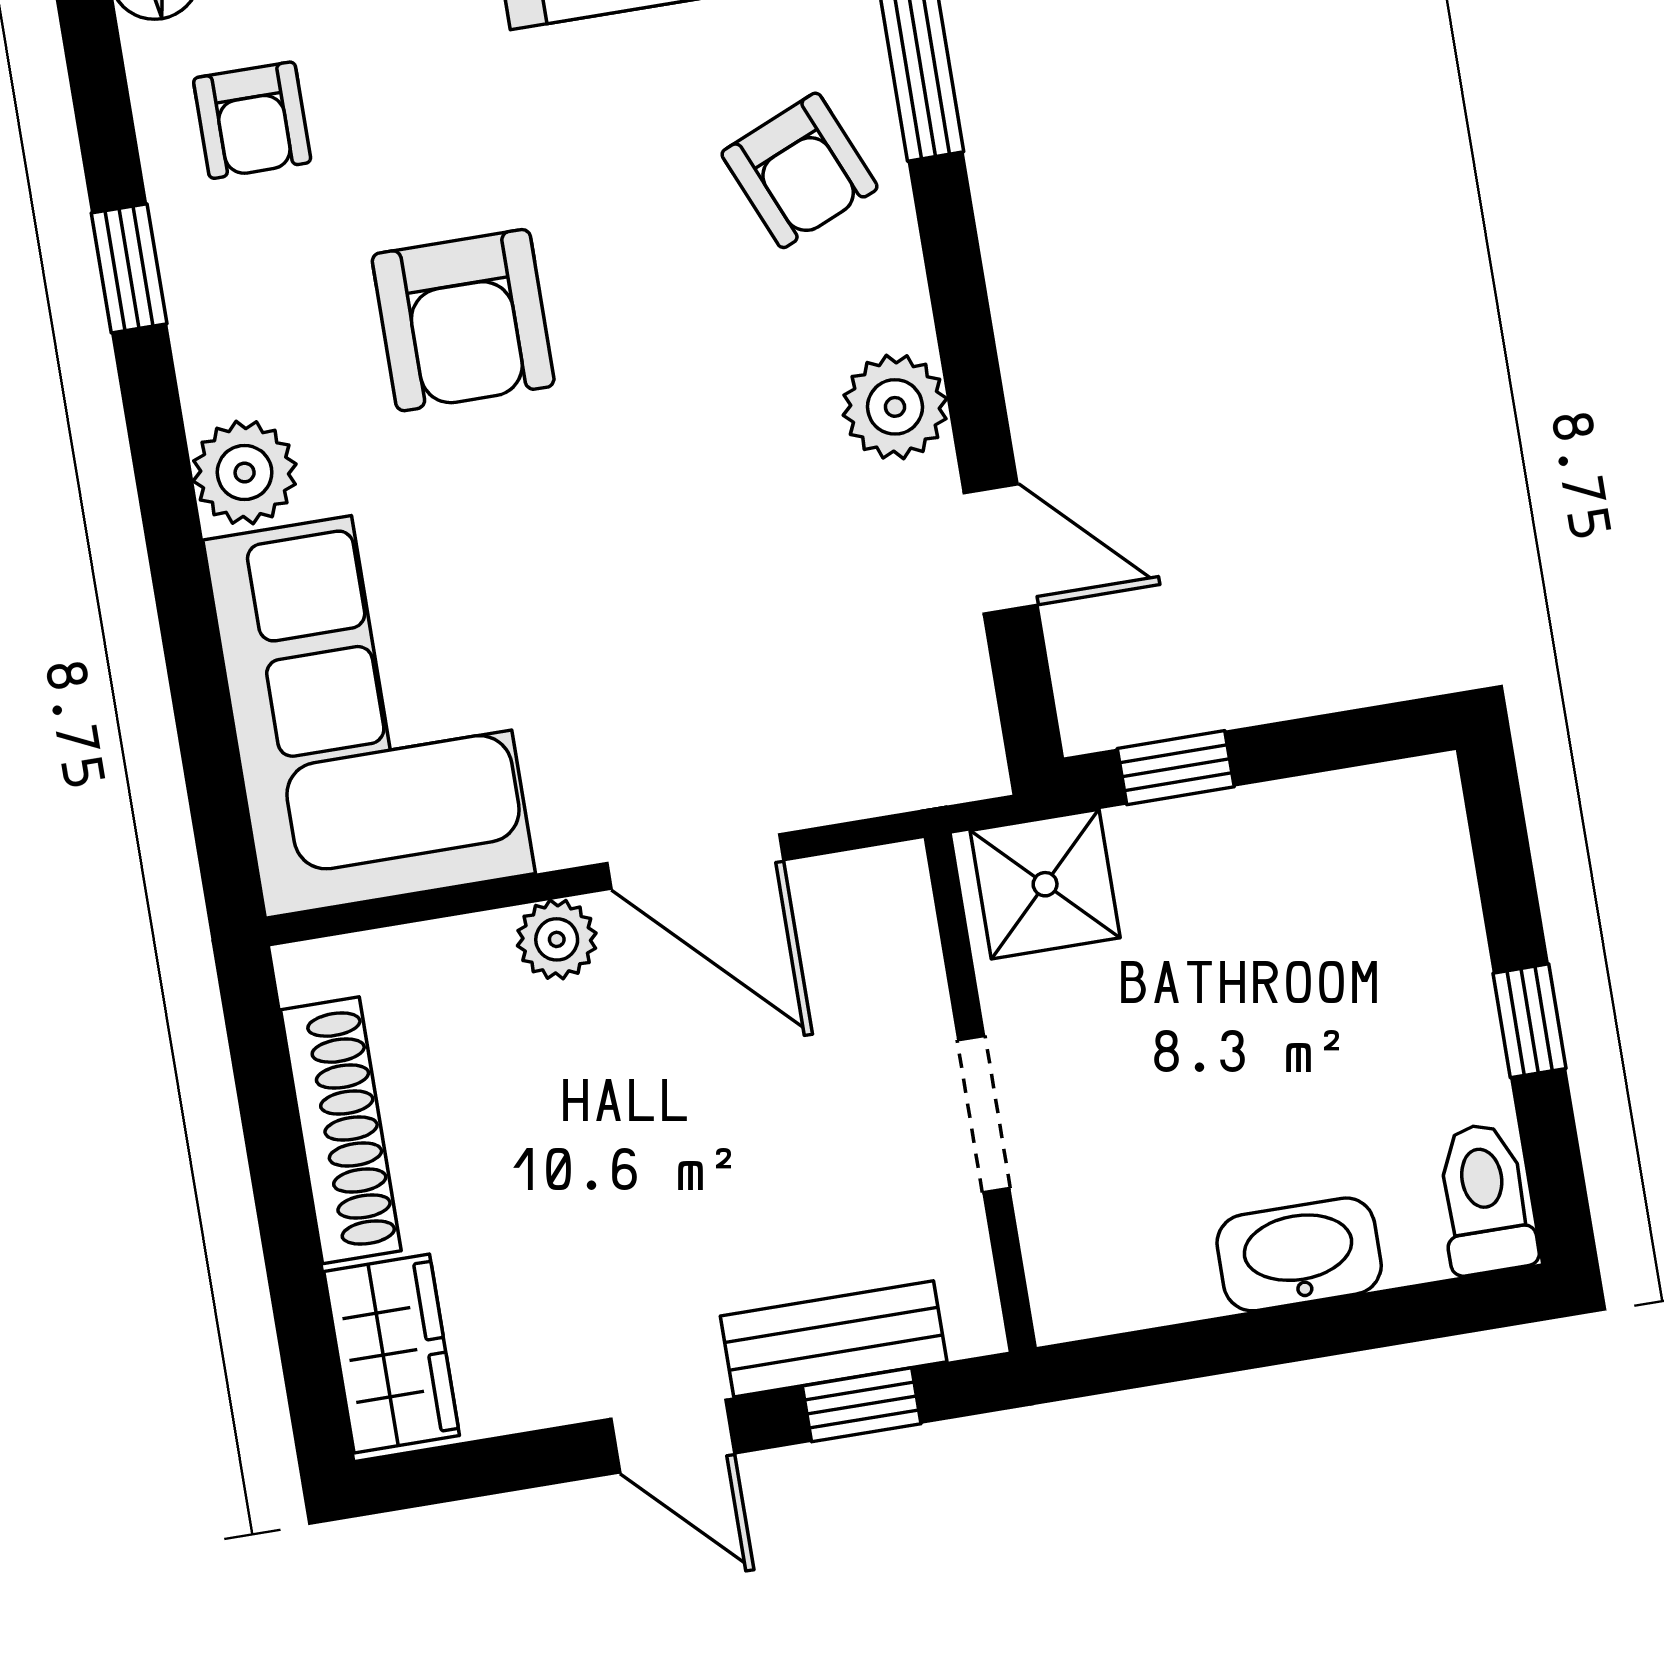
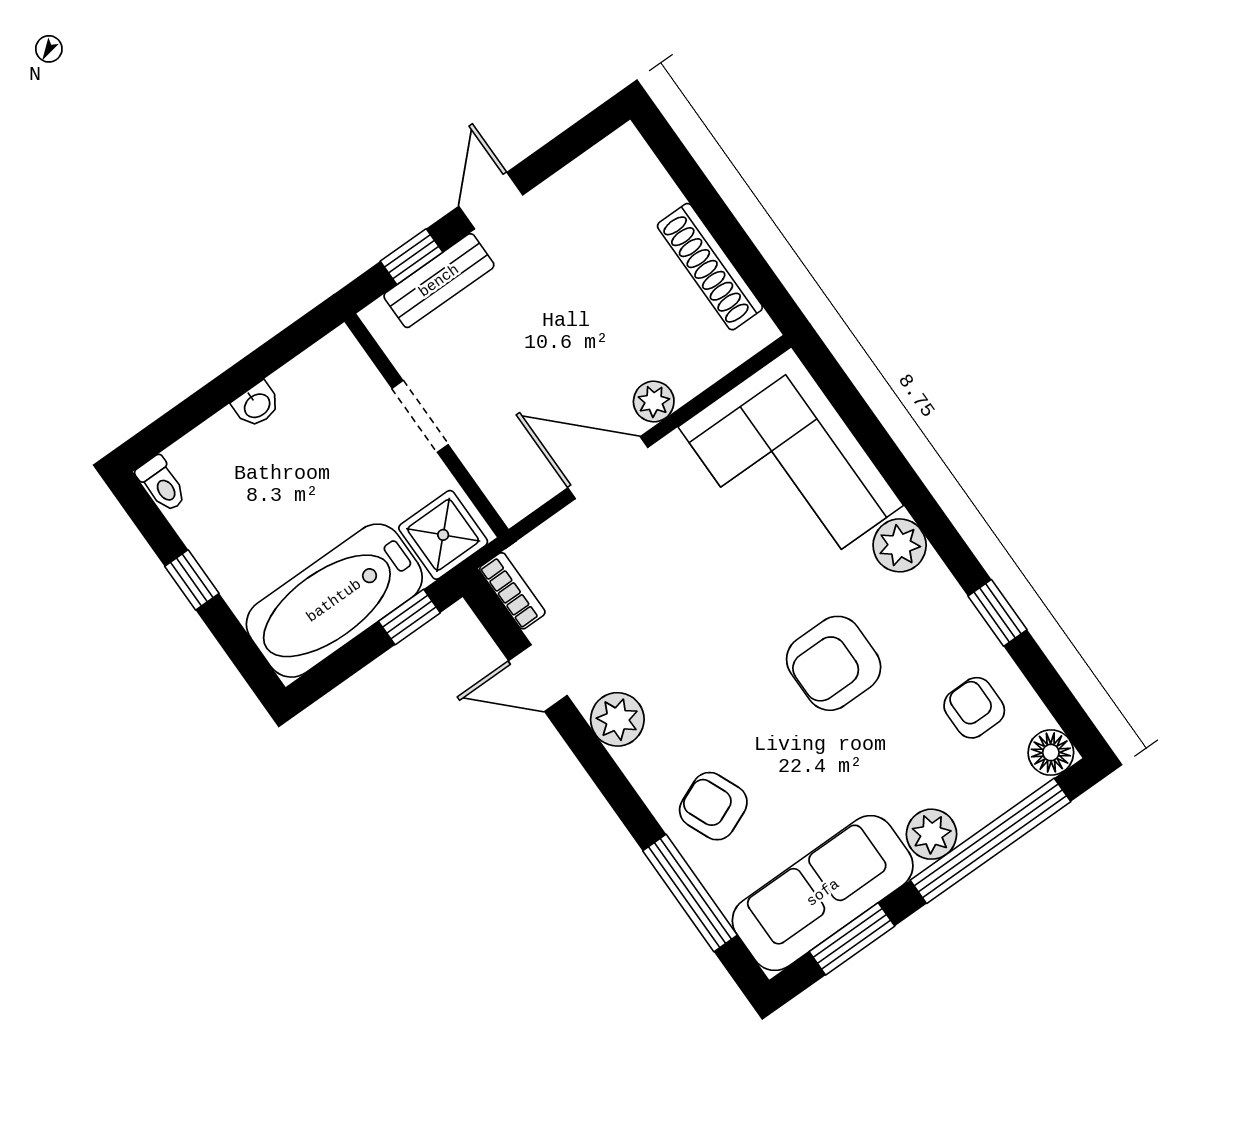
armchair: (463, 320) -> (834, 663), turned -90
bookcase: (971, 725) -> (512, 591), added
bathtub: (1295, 861) -> (334, 601), added
toilet: (1485, 1199) -> (162, 484), width x0.73, depth x0.72
washbasin: (1299, 1254) -> (257, 405), width x0.52, depth x0.69
wardrobe: (392, 1353) -> (637, 176), removed
door: (673, 1436) -> (491, 201), hinge flipped

